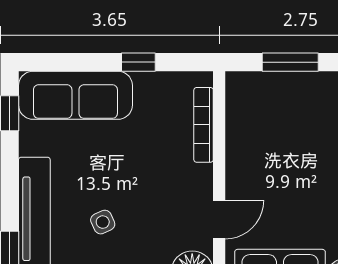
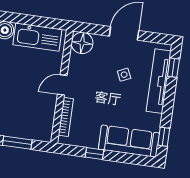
door: (219, 220) -> (62, 85), moved

